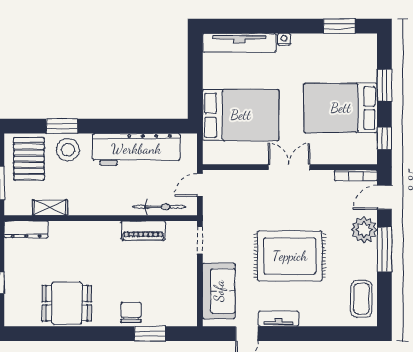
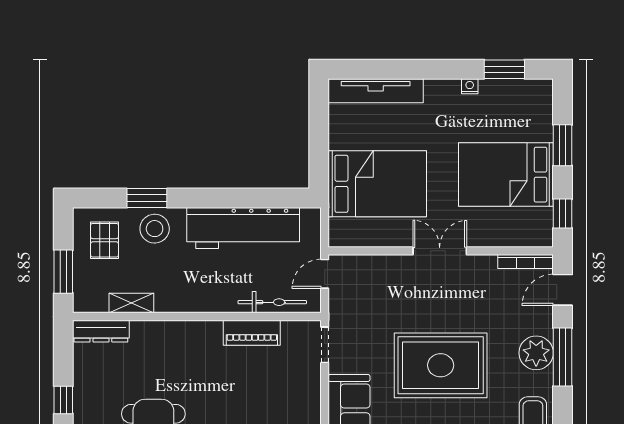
nightstand: (284, 39) -> (470, 86), moved
pallet: (29, 159) -> (104, 240), width x0.67, depth x0.71
plant: (364, 230) -> (536, 353), moved

